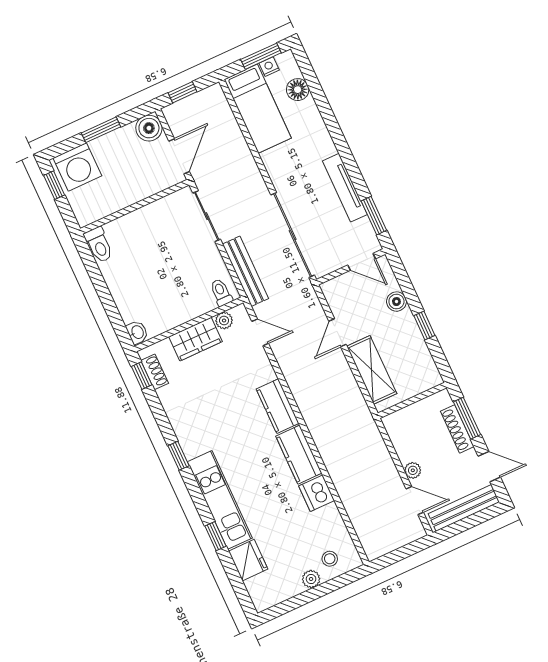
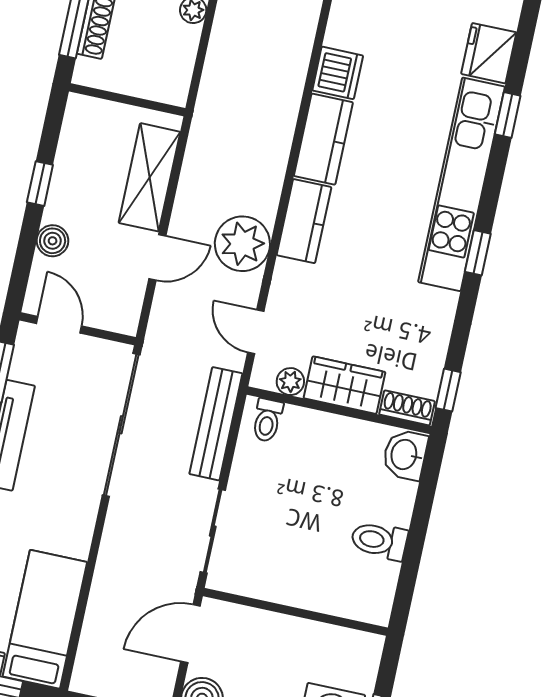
toilet: (99, 245) -> (379, 541), moved, turned -90
washbasin: (137, 332) -> (405, 455), width x1.38, depth x1.45
shoe rack: (155, 372) -> (407, 408), moved, turned 90
plant: (300, 372) -> (242, 244), added
kitchen unit: (220, 500) -> (461, 184), width x1.36

